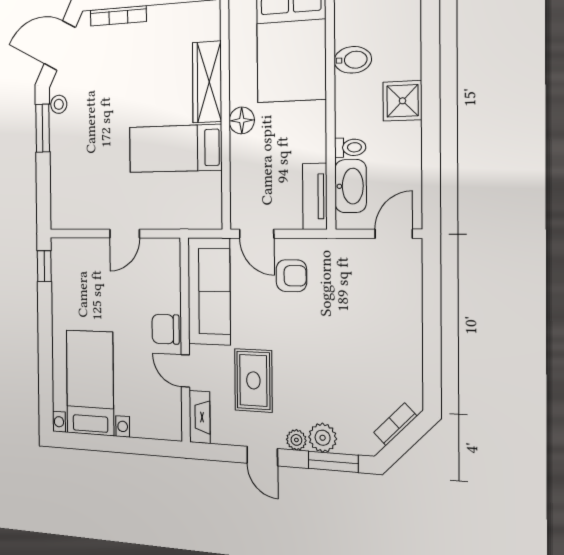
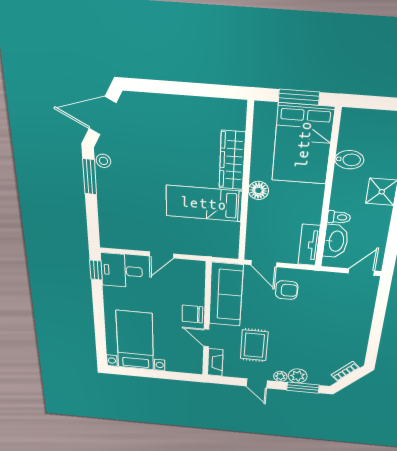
bookcase: (118, 16) -> (156, 100), removed
desk: (75, 264) -> (122, 271), added

